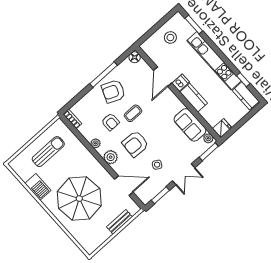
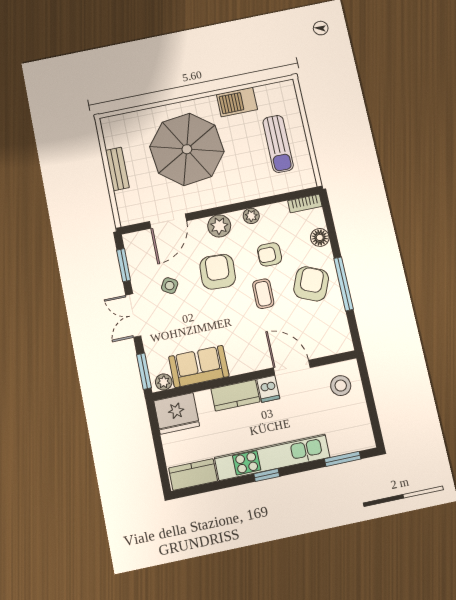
stool: (170, 37) -> (341, 386), moved
floor lamp: (135, 57) -> (320, 237), moved
window: (243, 80) -> (267, 475), moved
fridge: (222, 128) -> (177, 413), width x1.88, depth x1.34
bench: (120, 222) -> (117, 169), moved

